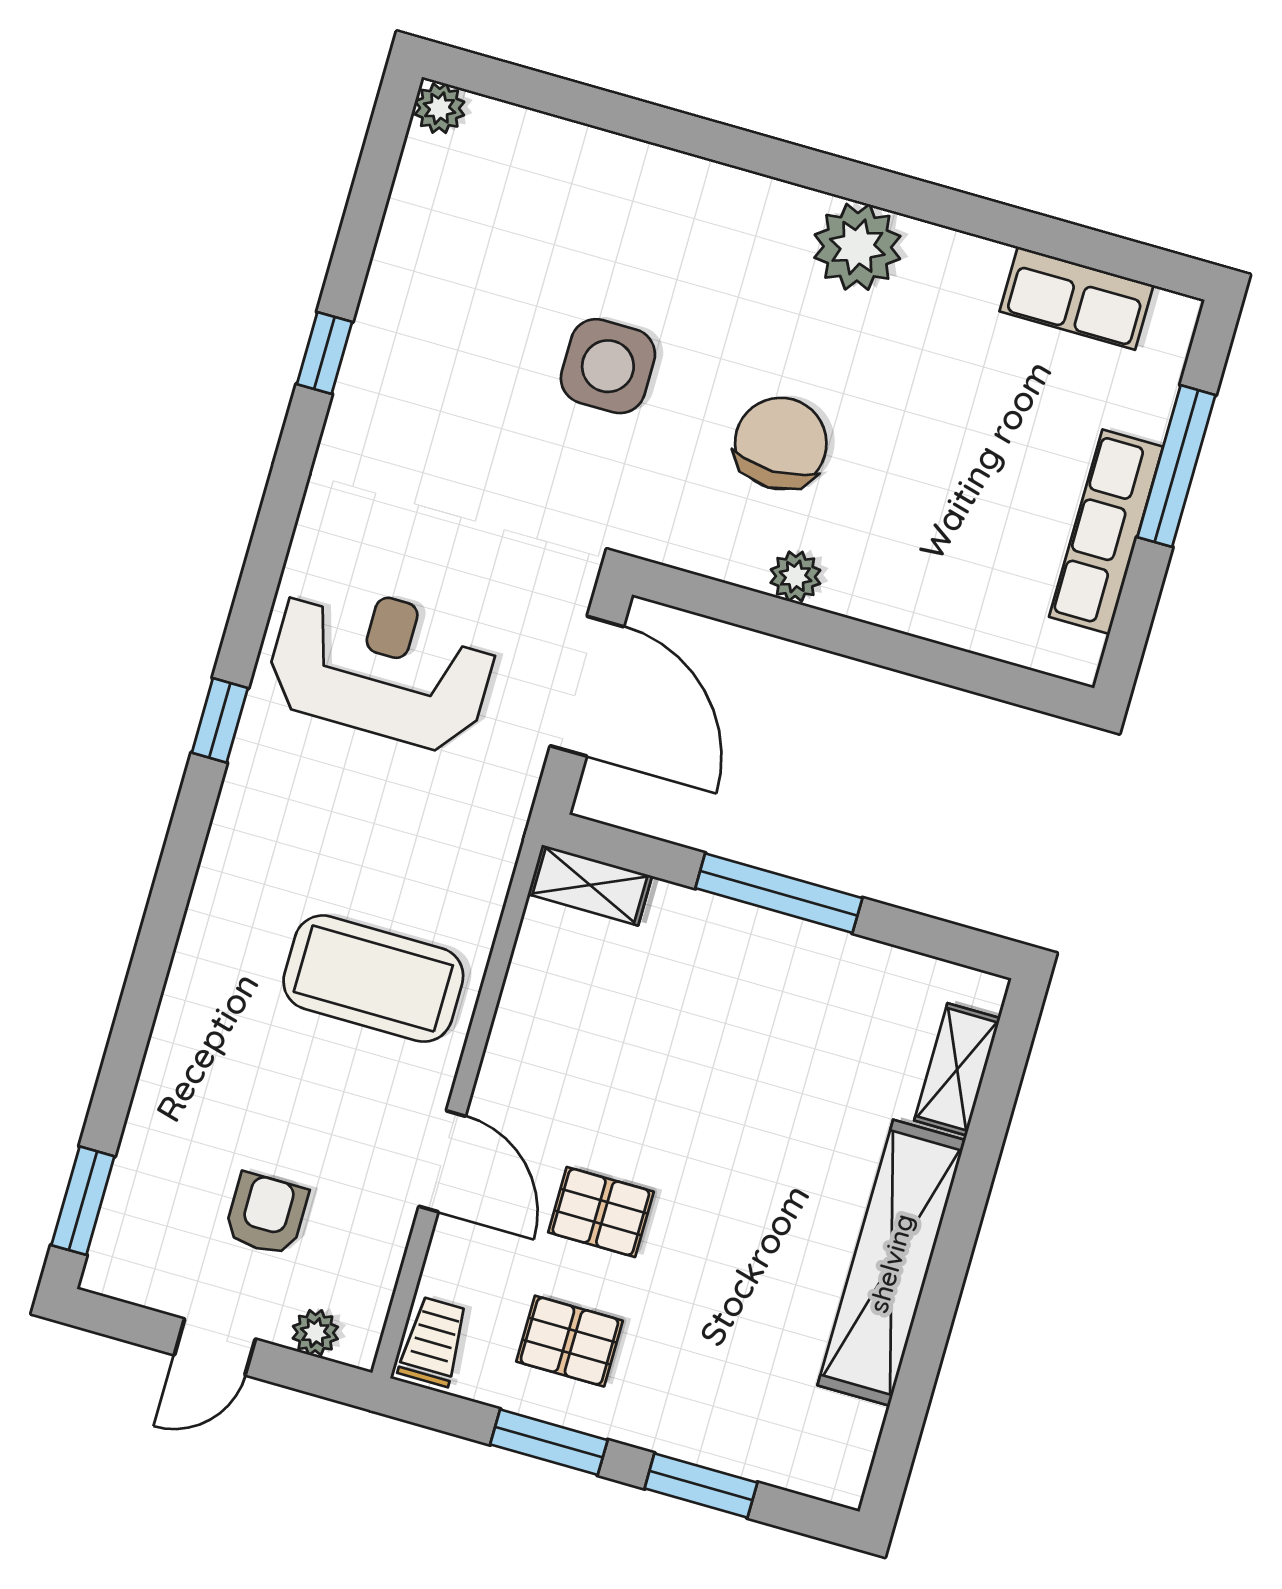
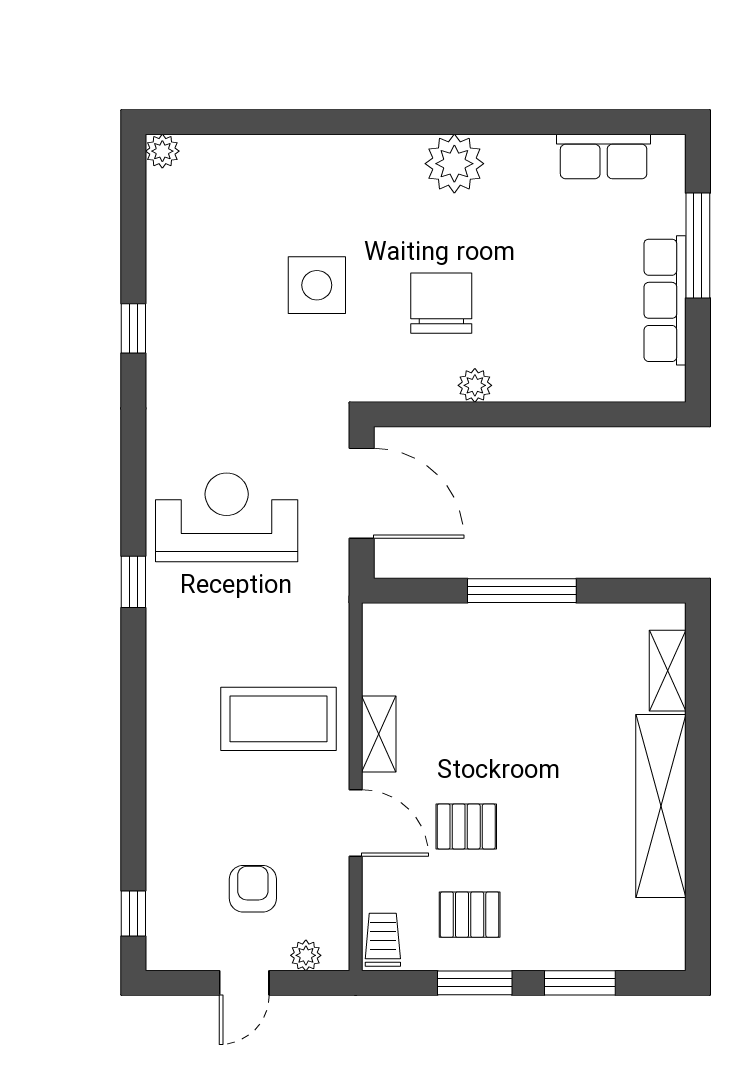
shelving: (590, 885) -> (379, 734), moved, turned 90
window: (83, 1201) -> (133, 913), width x0.67

